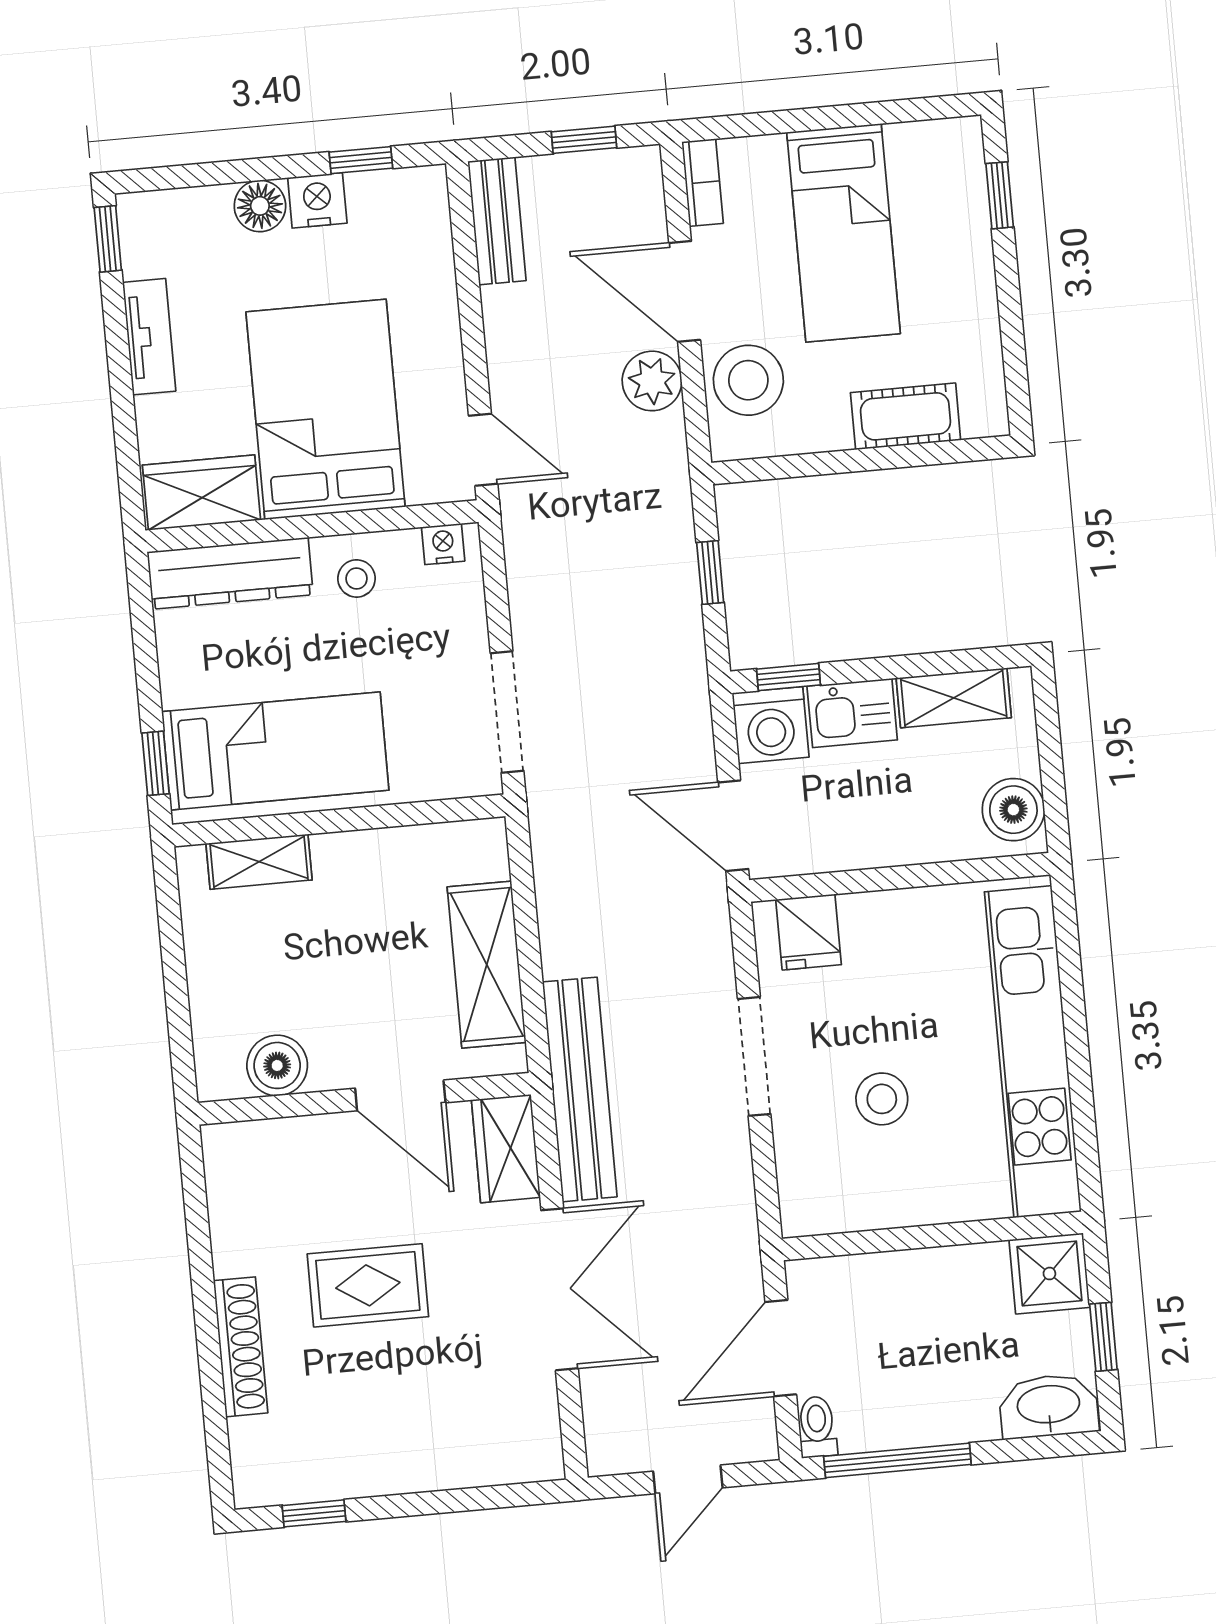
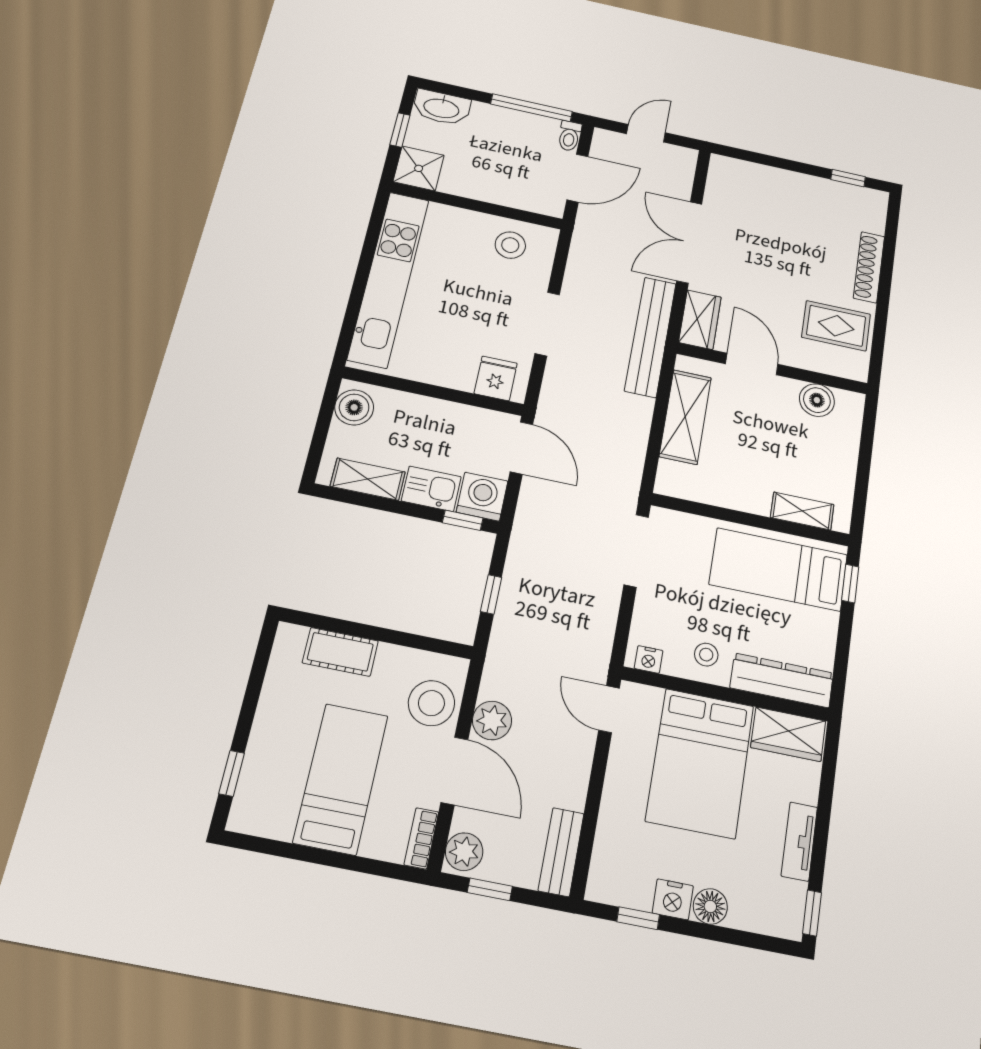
plant: (636, 181) -> (464, 852), added
stool: (882, 1099) -> (510, 245), moved
rug: (368, 1285) -> (836, 326), moved

